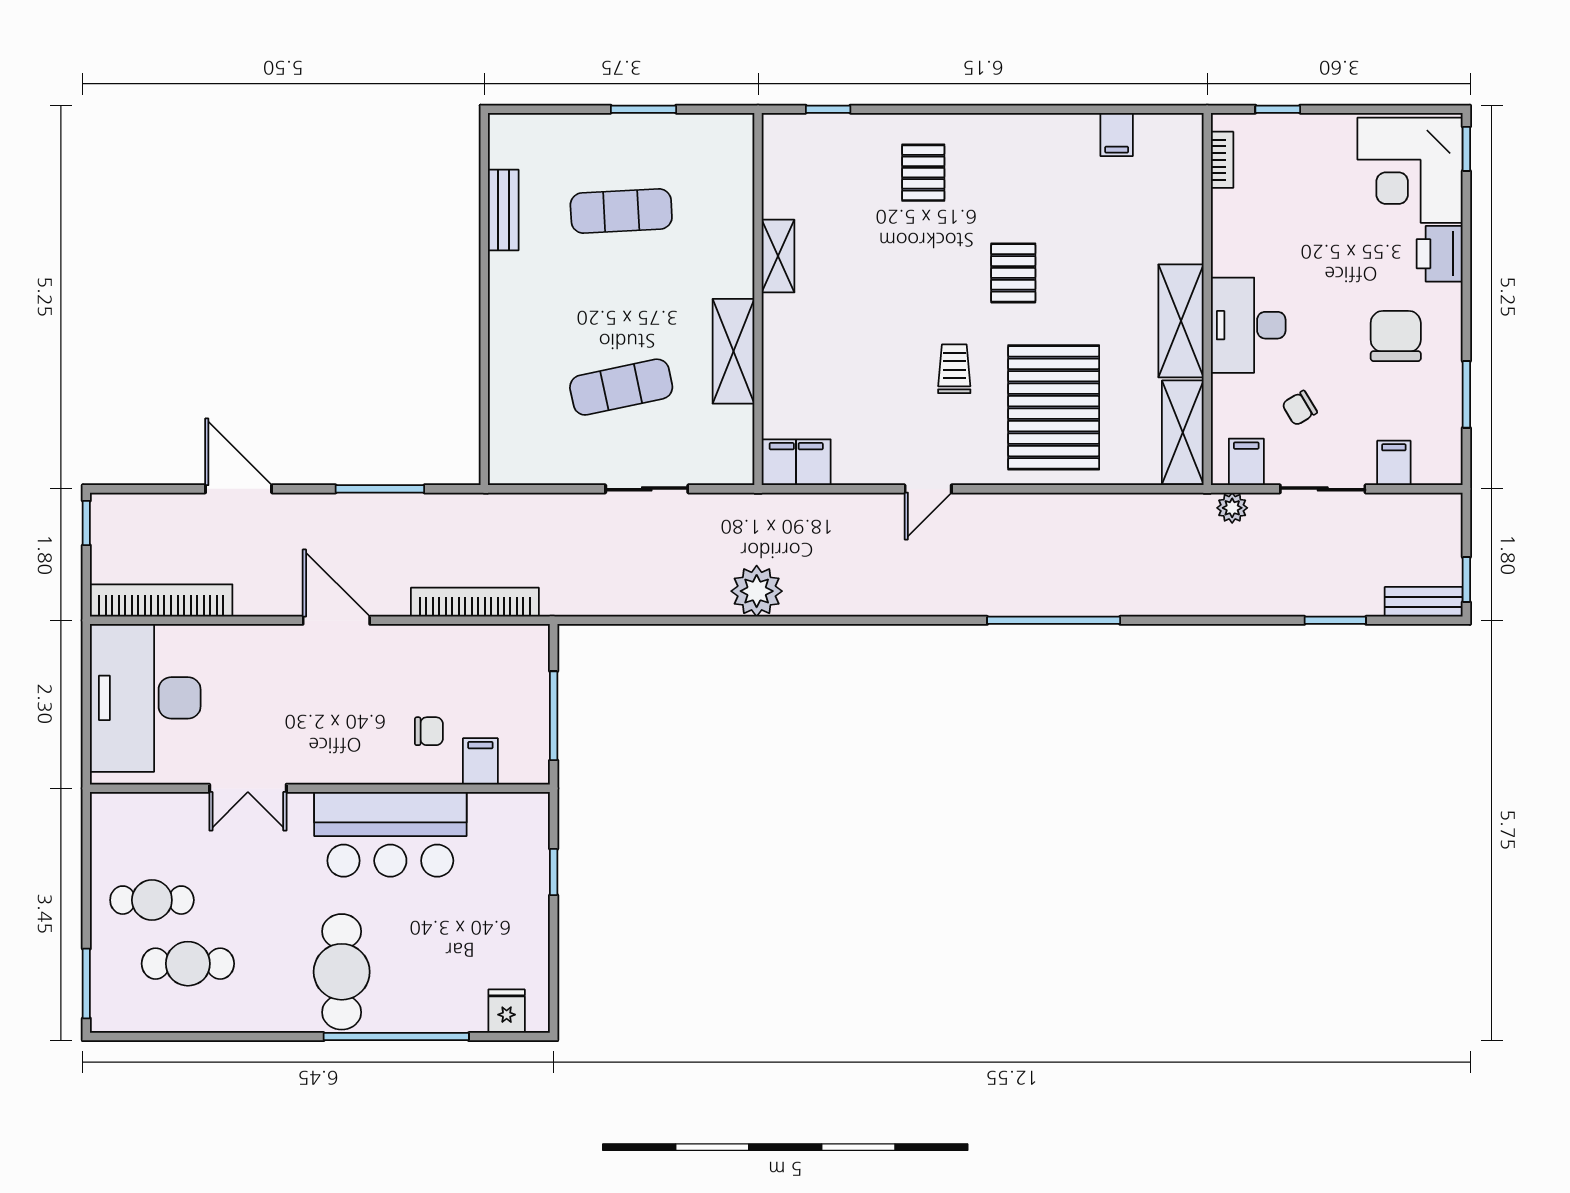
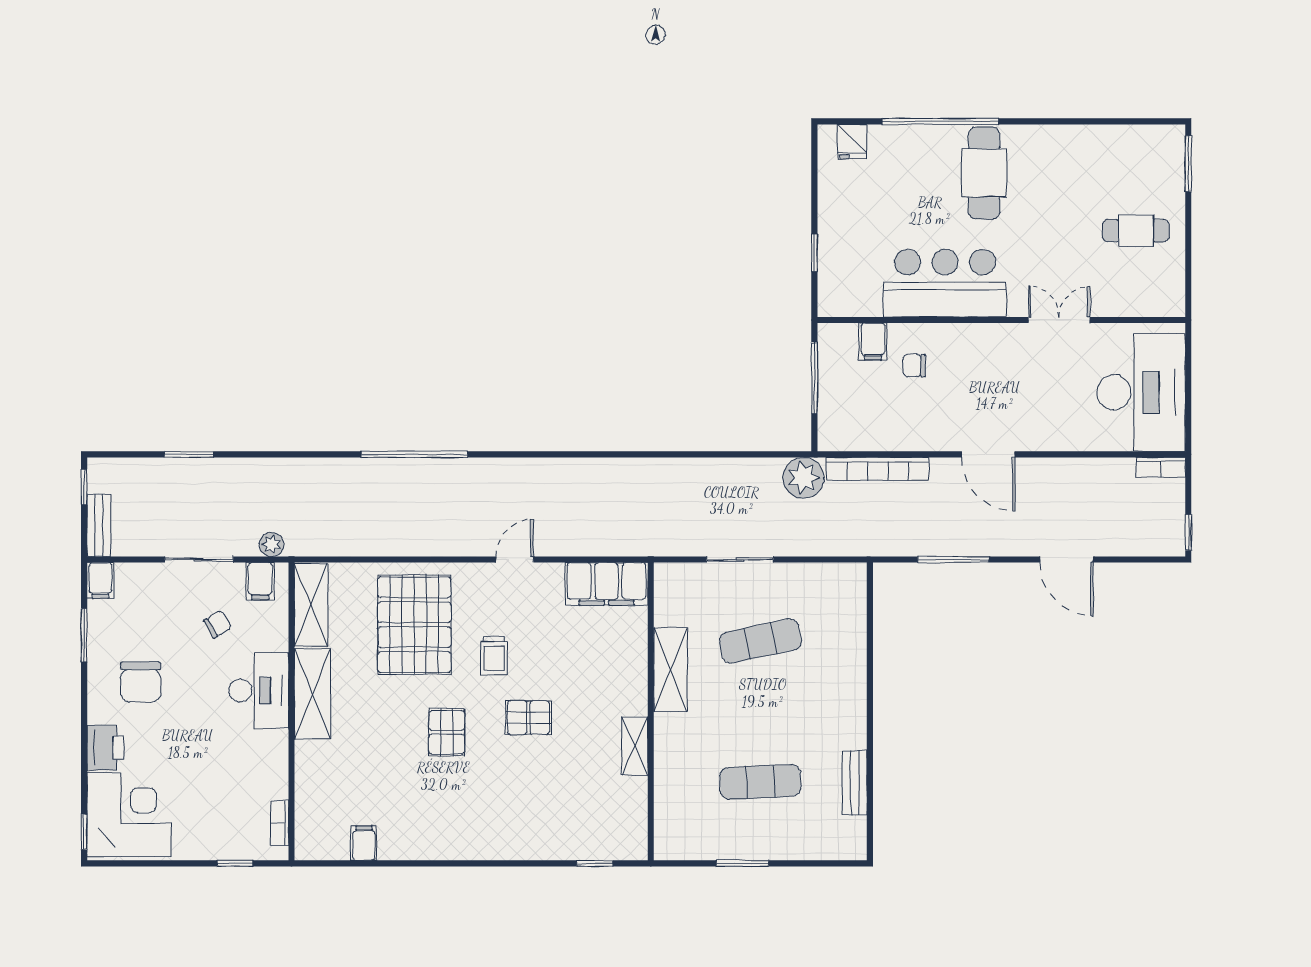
pallet: (923, 173) -> (528, 718), moved, turned 90
filing cabinet: (796, 462) -> (607, 584), width x1.50, depth x1.17
filing cabinet: (1394, 463) -> (100, 580), moved
plant: (757, 591) -> (803, 478), moved
bookcase: (161, 601) -> (1161, 467), width x0.43, depth x0.76
bench: (1424, 602) -> (99, 525), moved, turned 90
cafe table: (188, 964) -> (1107, 180), removed

